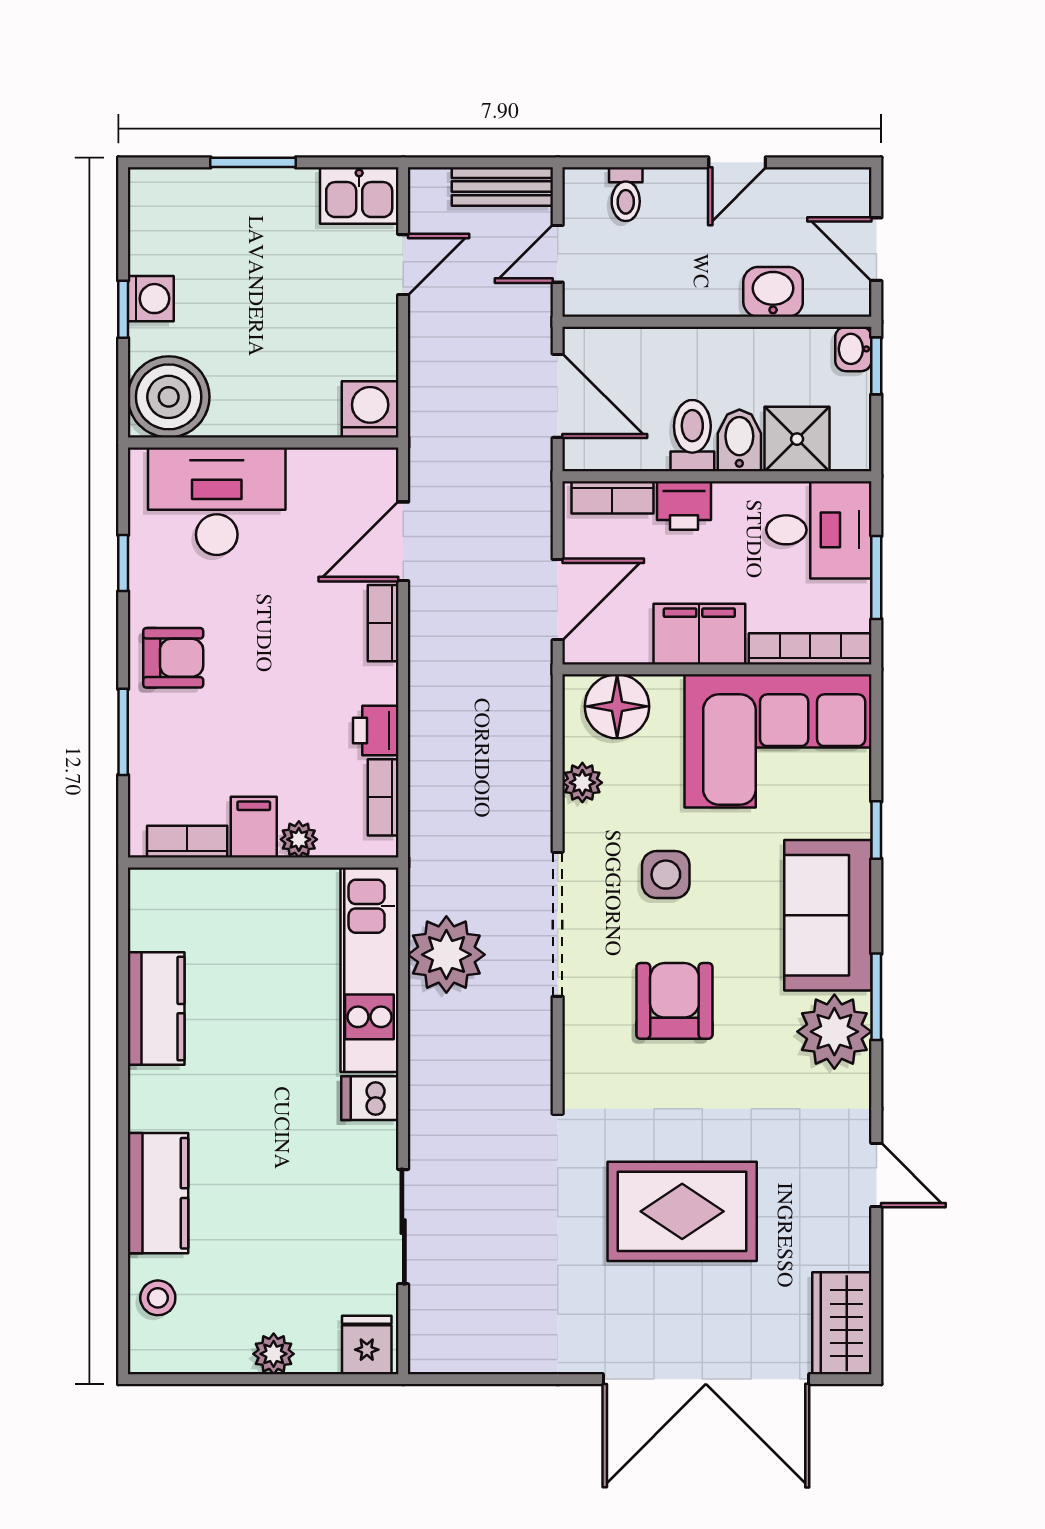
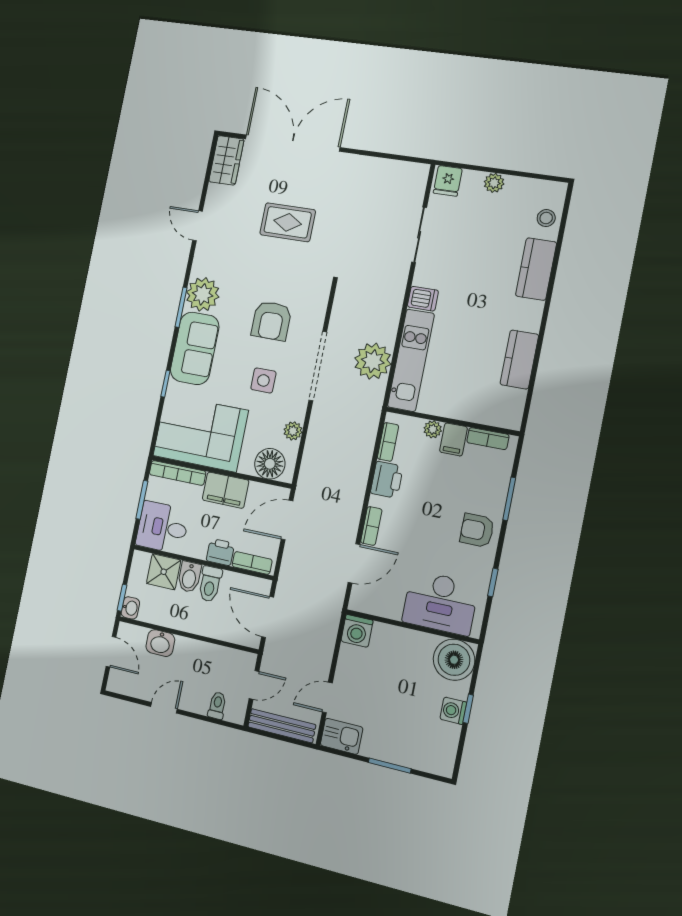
bench: (502, 187) -> (282, 726), width x1.36
printer: (376, 731) -> (387, 480), width x1.36, depth x1.24
rug: (682, 1211) -> (288, 222), width x0.73, depth x0.70

